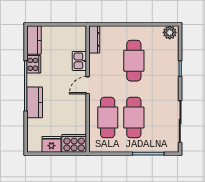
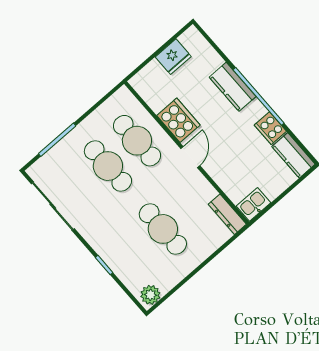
kitchen sink: (79, 61) -> (254, 204), moved, turned -90
cooker: (74, 143) -> (178, 120), moved, turned -90

